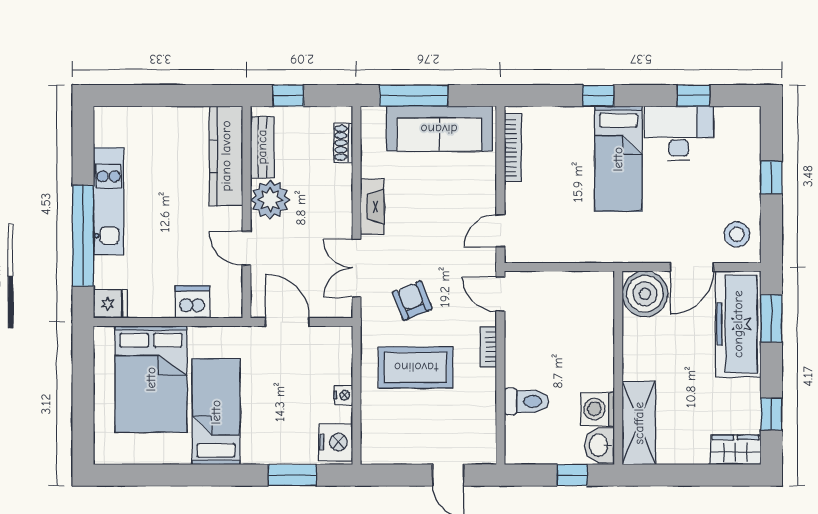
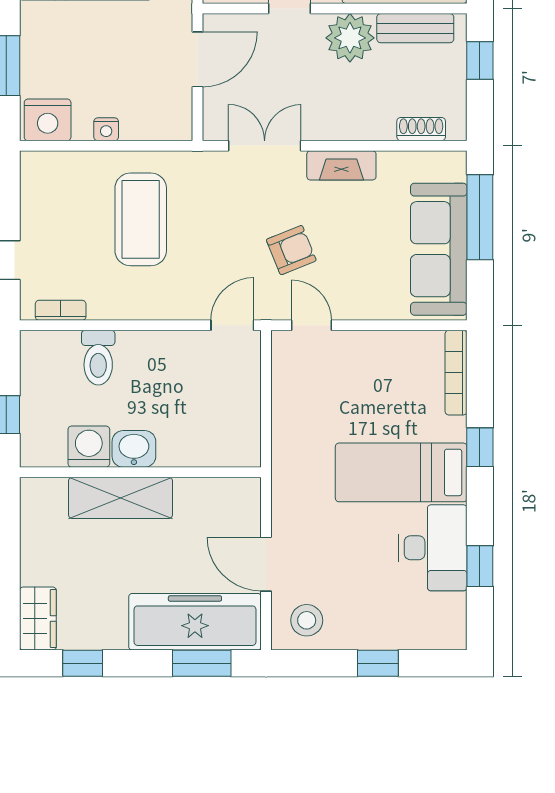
bookcase: (513, 148) -> (456, 373), moved, turned 90
boiler: (645, 294) -> (233, 506), removed
armchair: (412, 301) -> (291, 250), moved
bookcase: (488, 347) -> (61, 310), moved
shelving: (639, 423) -> (120, 498), moved
washbasin: (600, 445) -> (134, 449), moved

